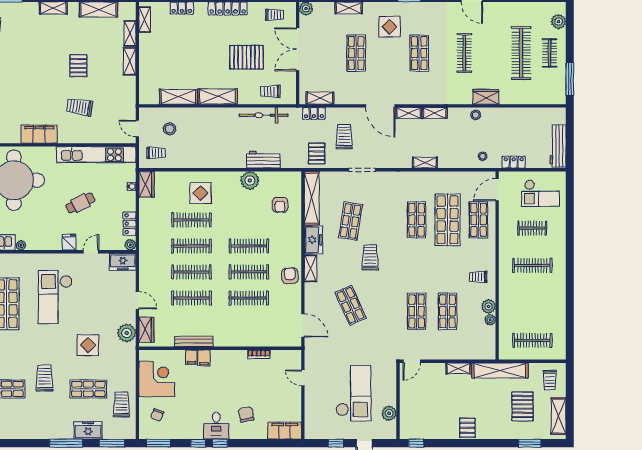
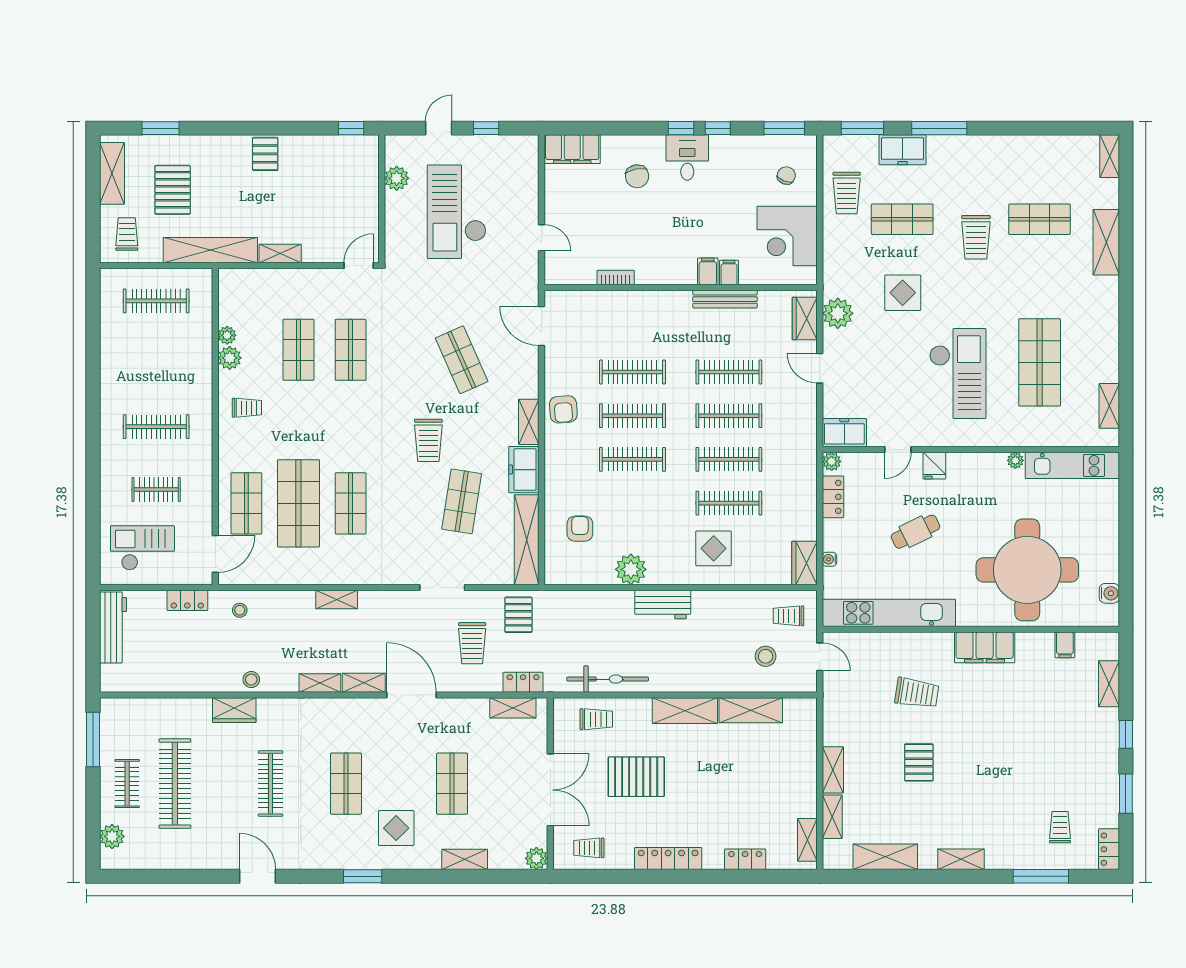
workbench: (263, 160) -> (663, 605), moved

